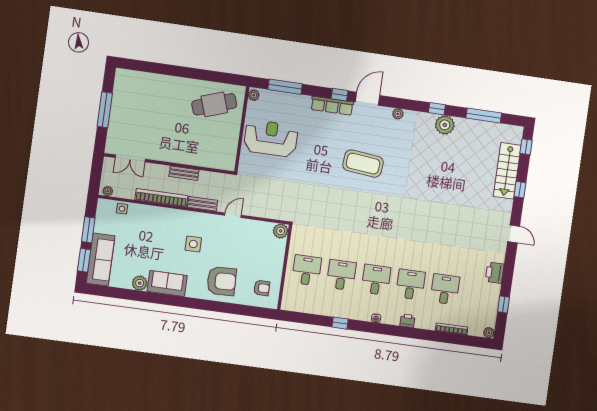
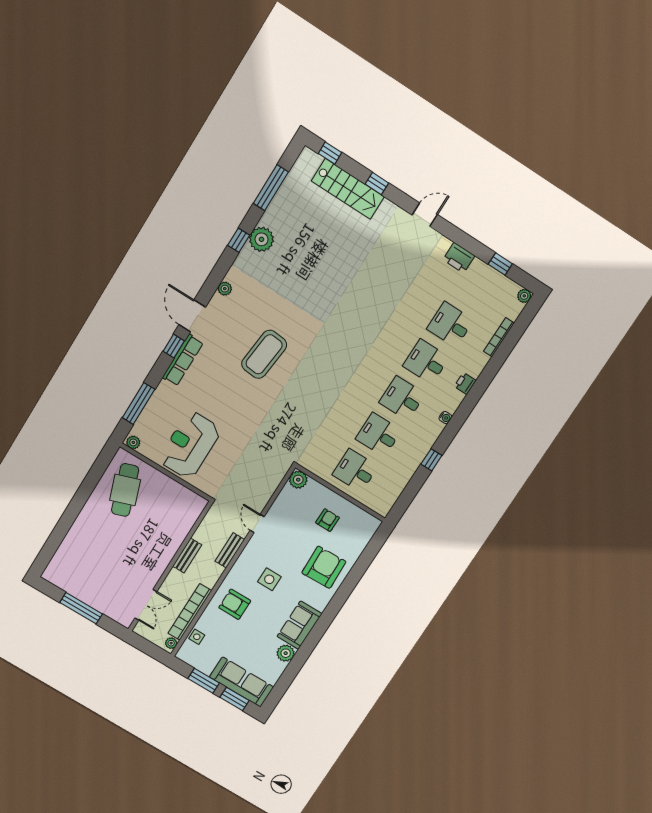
bookcase: (161, 198) -> (190, 612), moved
armchair: (161, 226) -> (235, 604), added
armchair: (262, 288) -> (328, 520), moved

